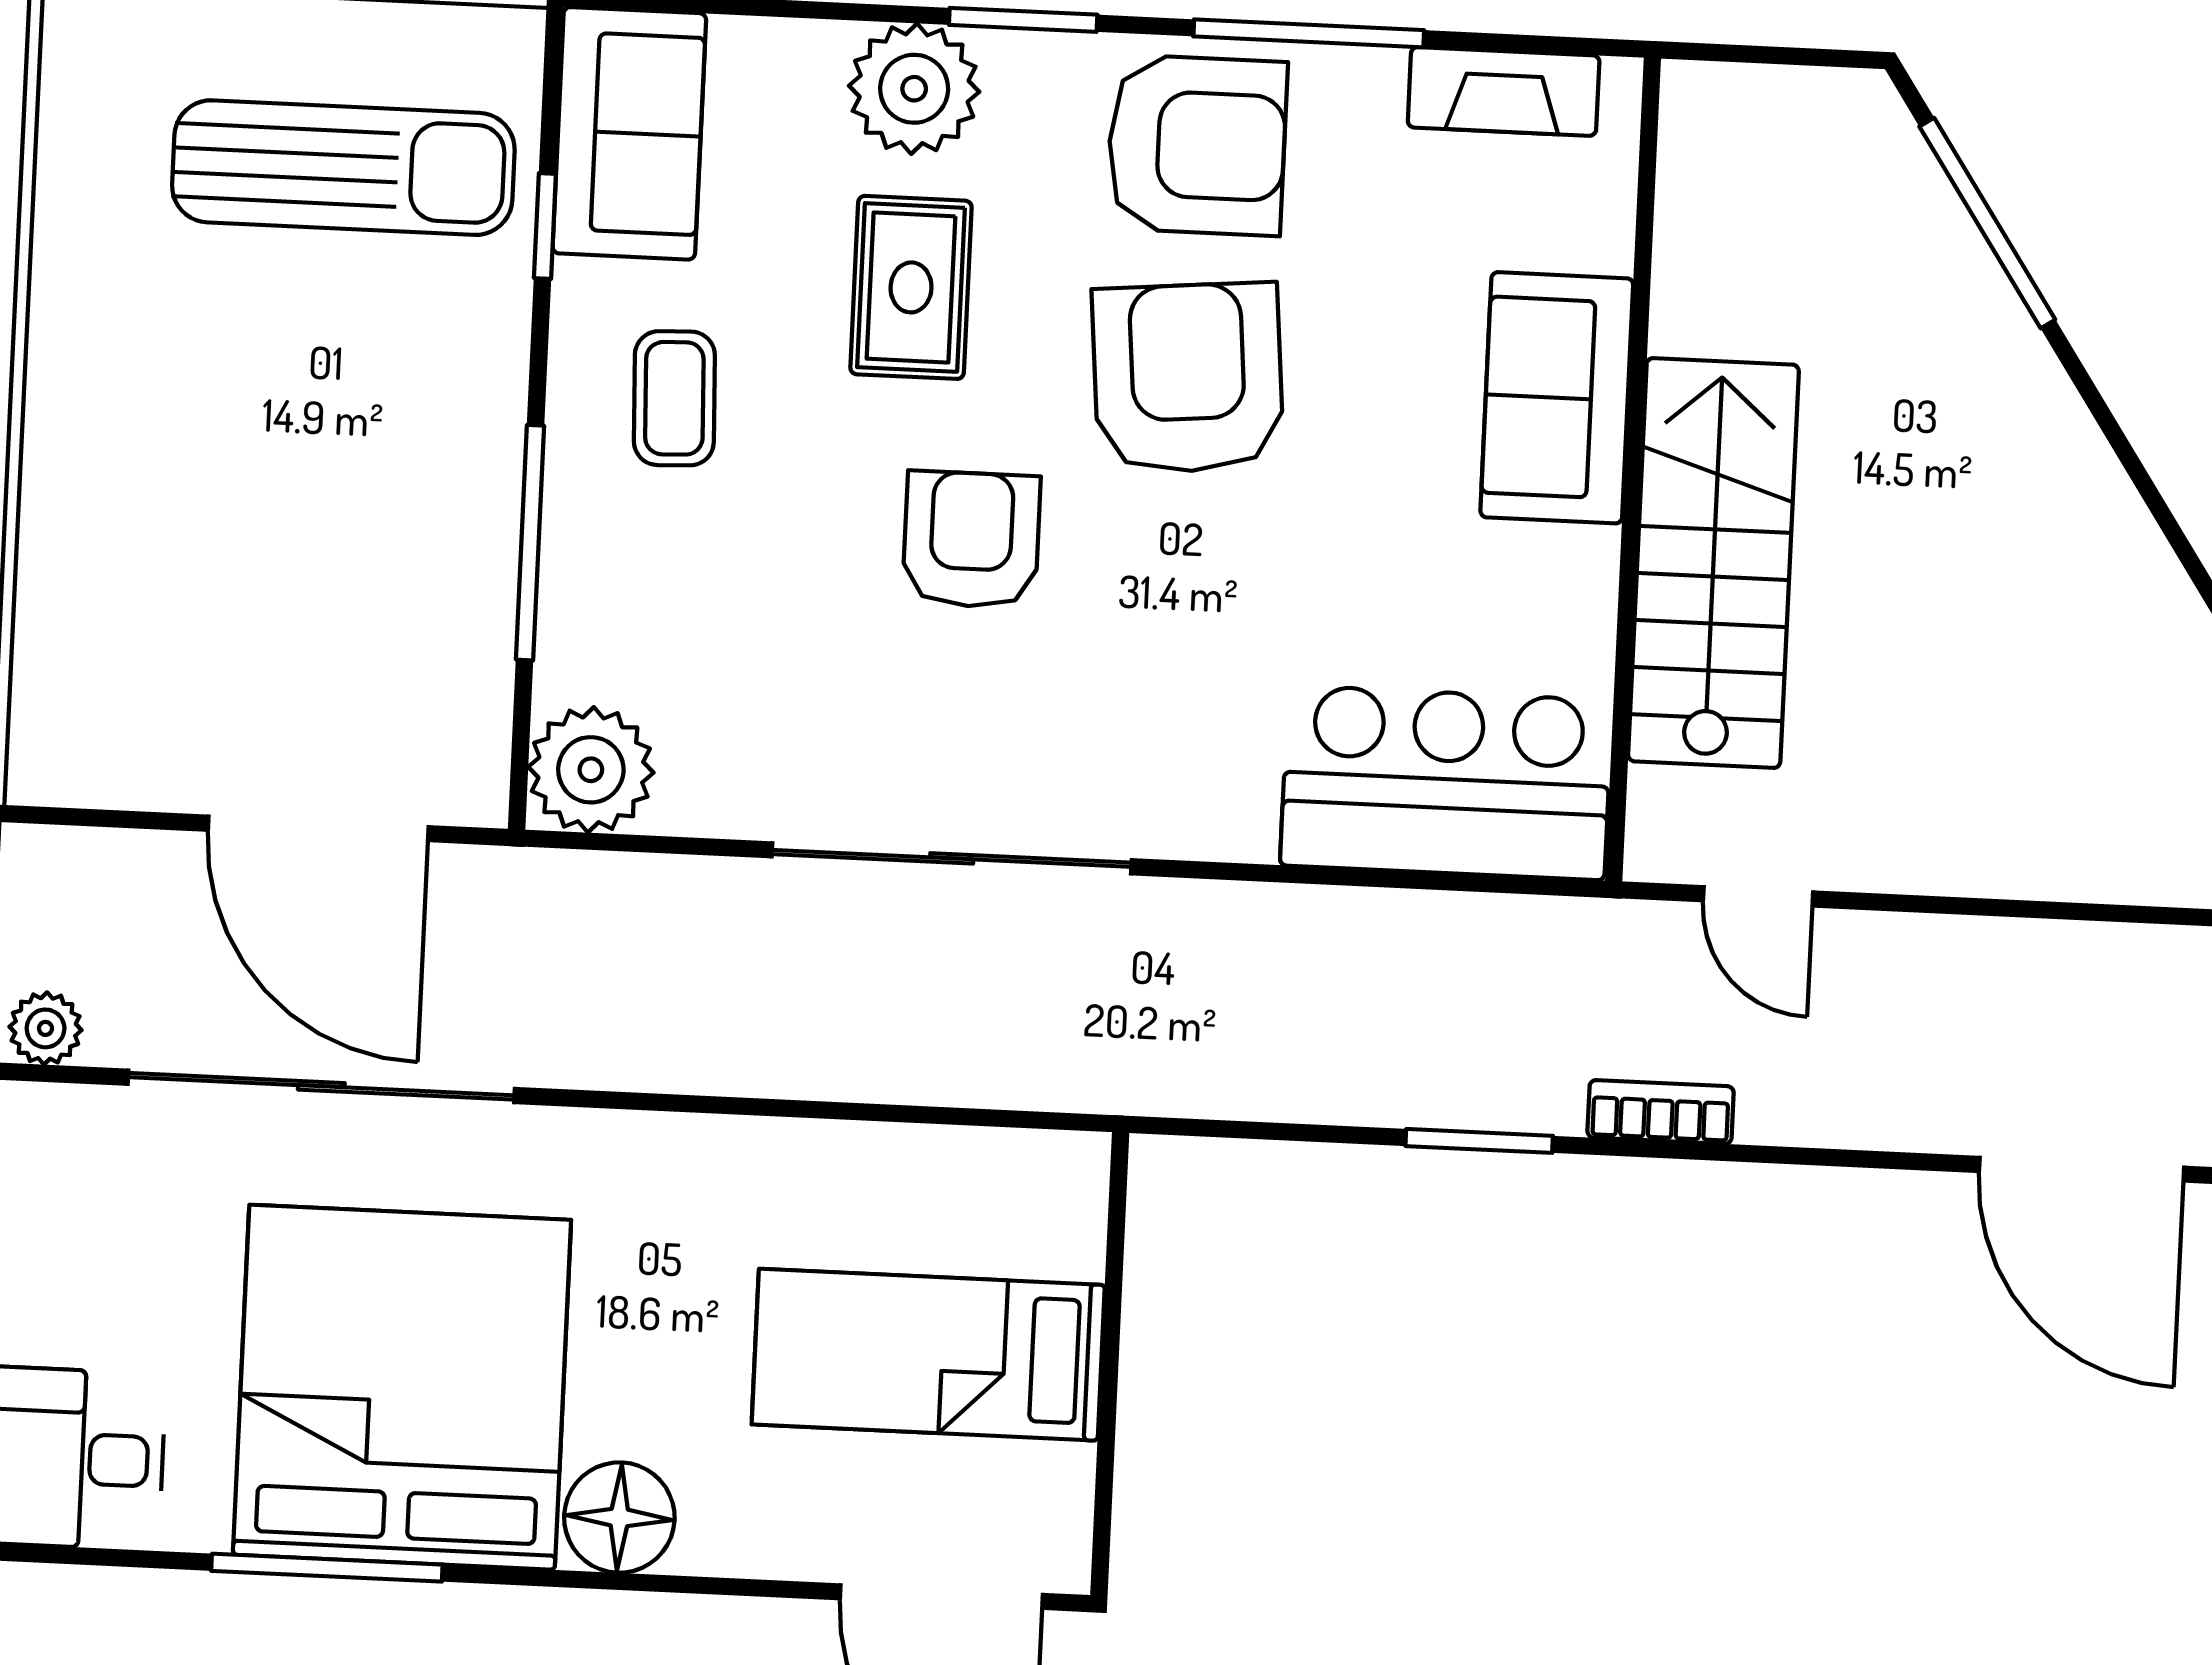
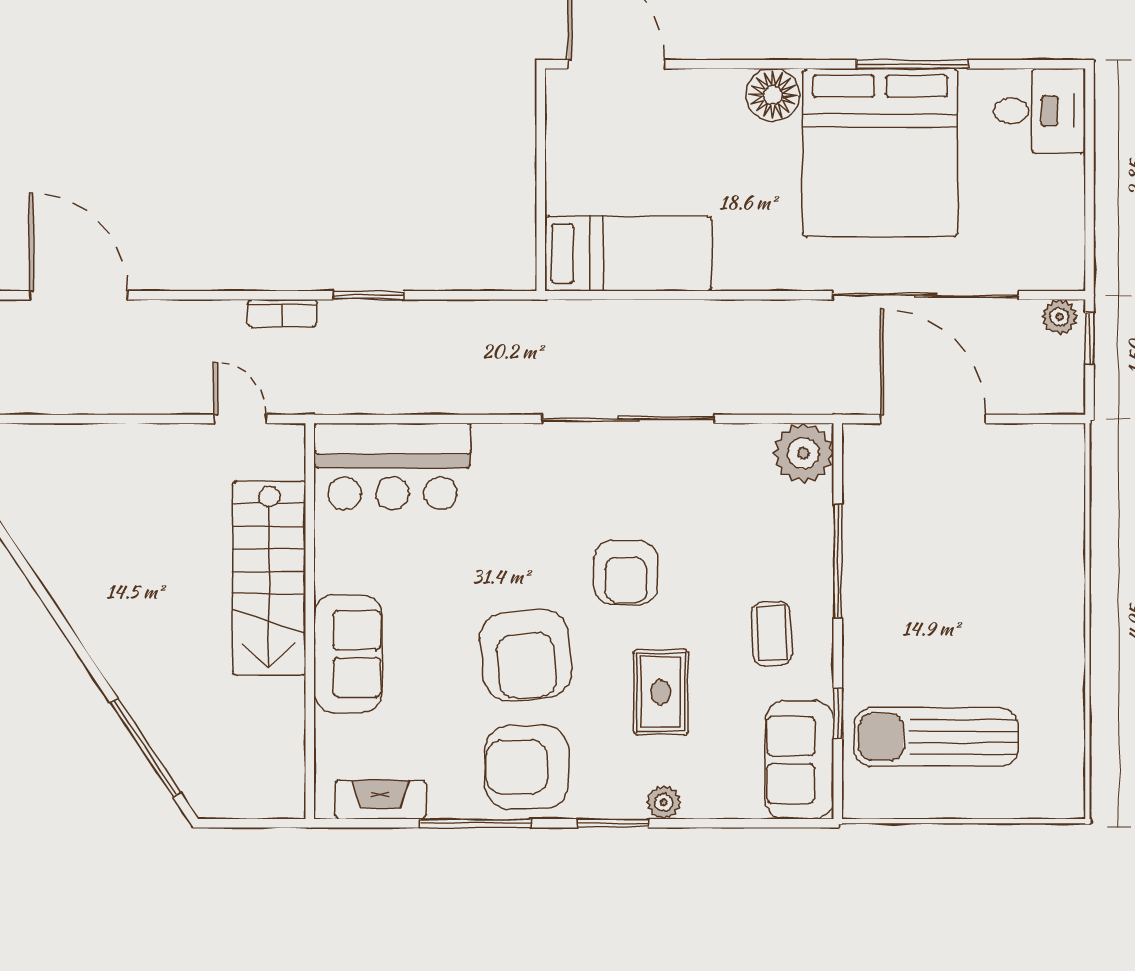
plant: (914, 89) -> (664, 802), width x0.53, depth x0.53
bed: (928, 1355) -> (628, 254), moved

